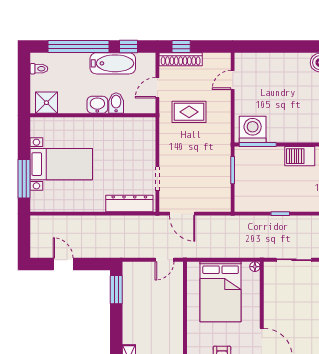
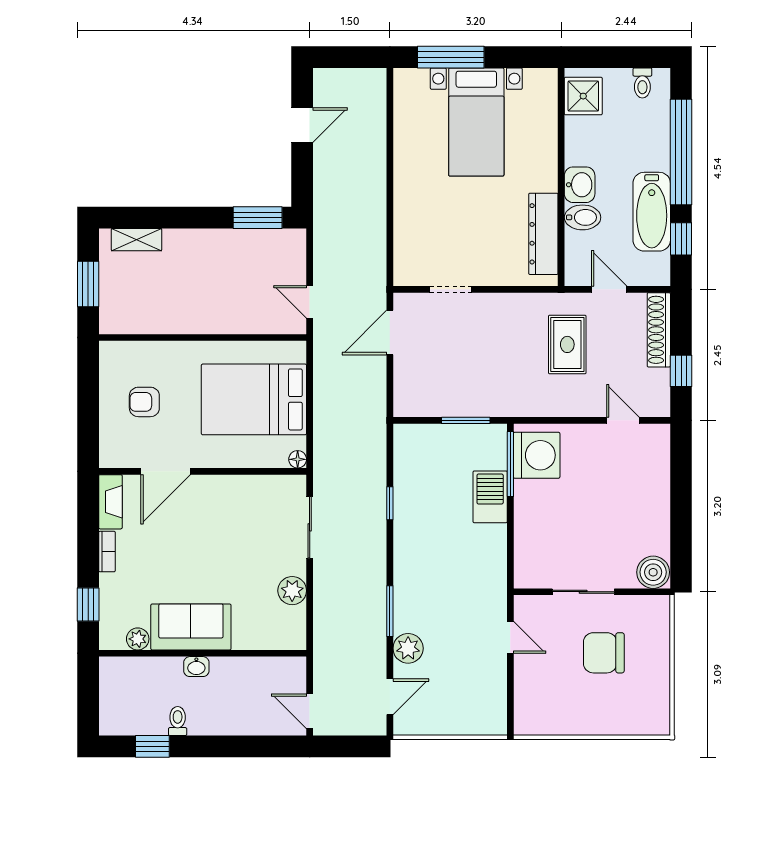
window: (181, 47) -> (681, 371), moved
barbecue: (300, 156) -> (490, 497), moved
dresser: (129, 203) -> (543, 234), moved, turned 180

